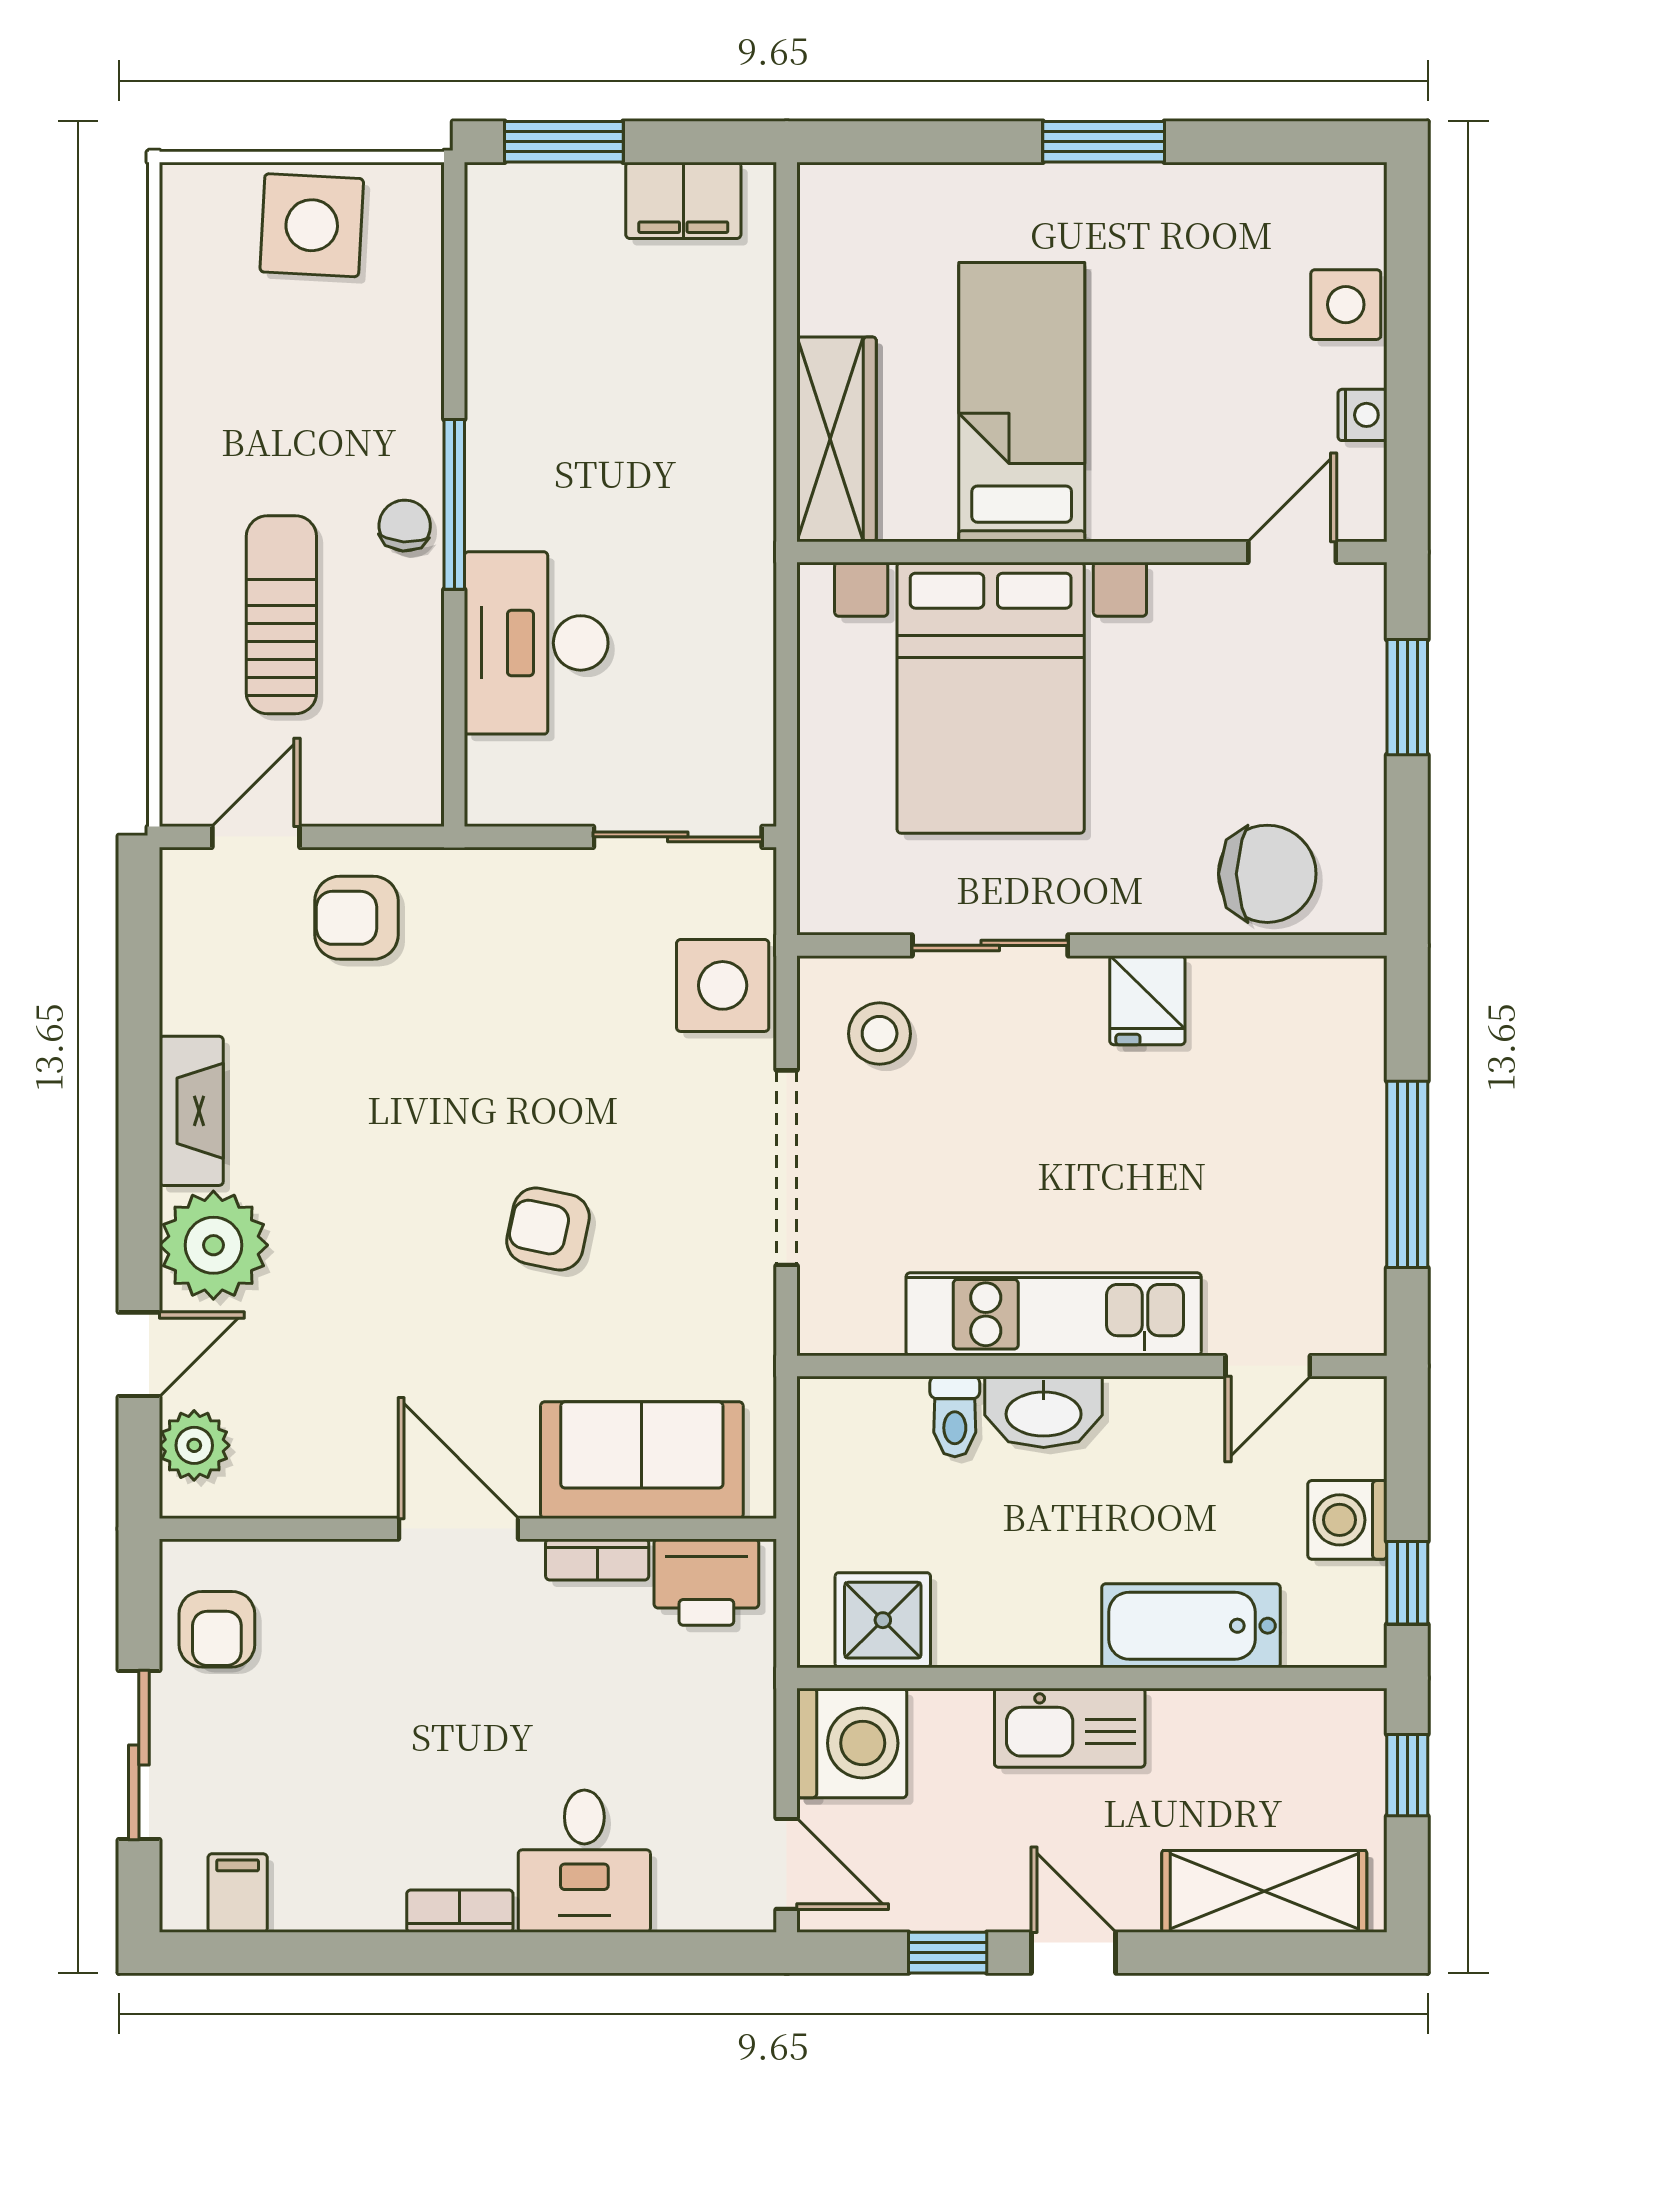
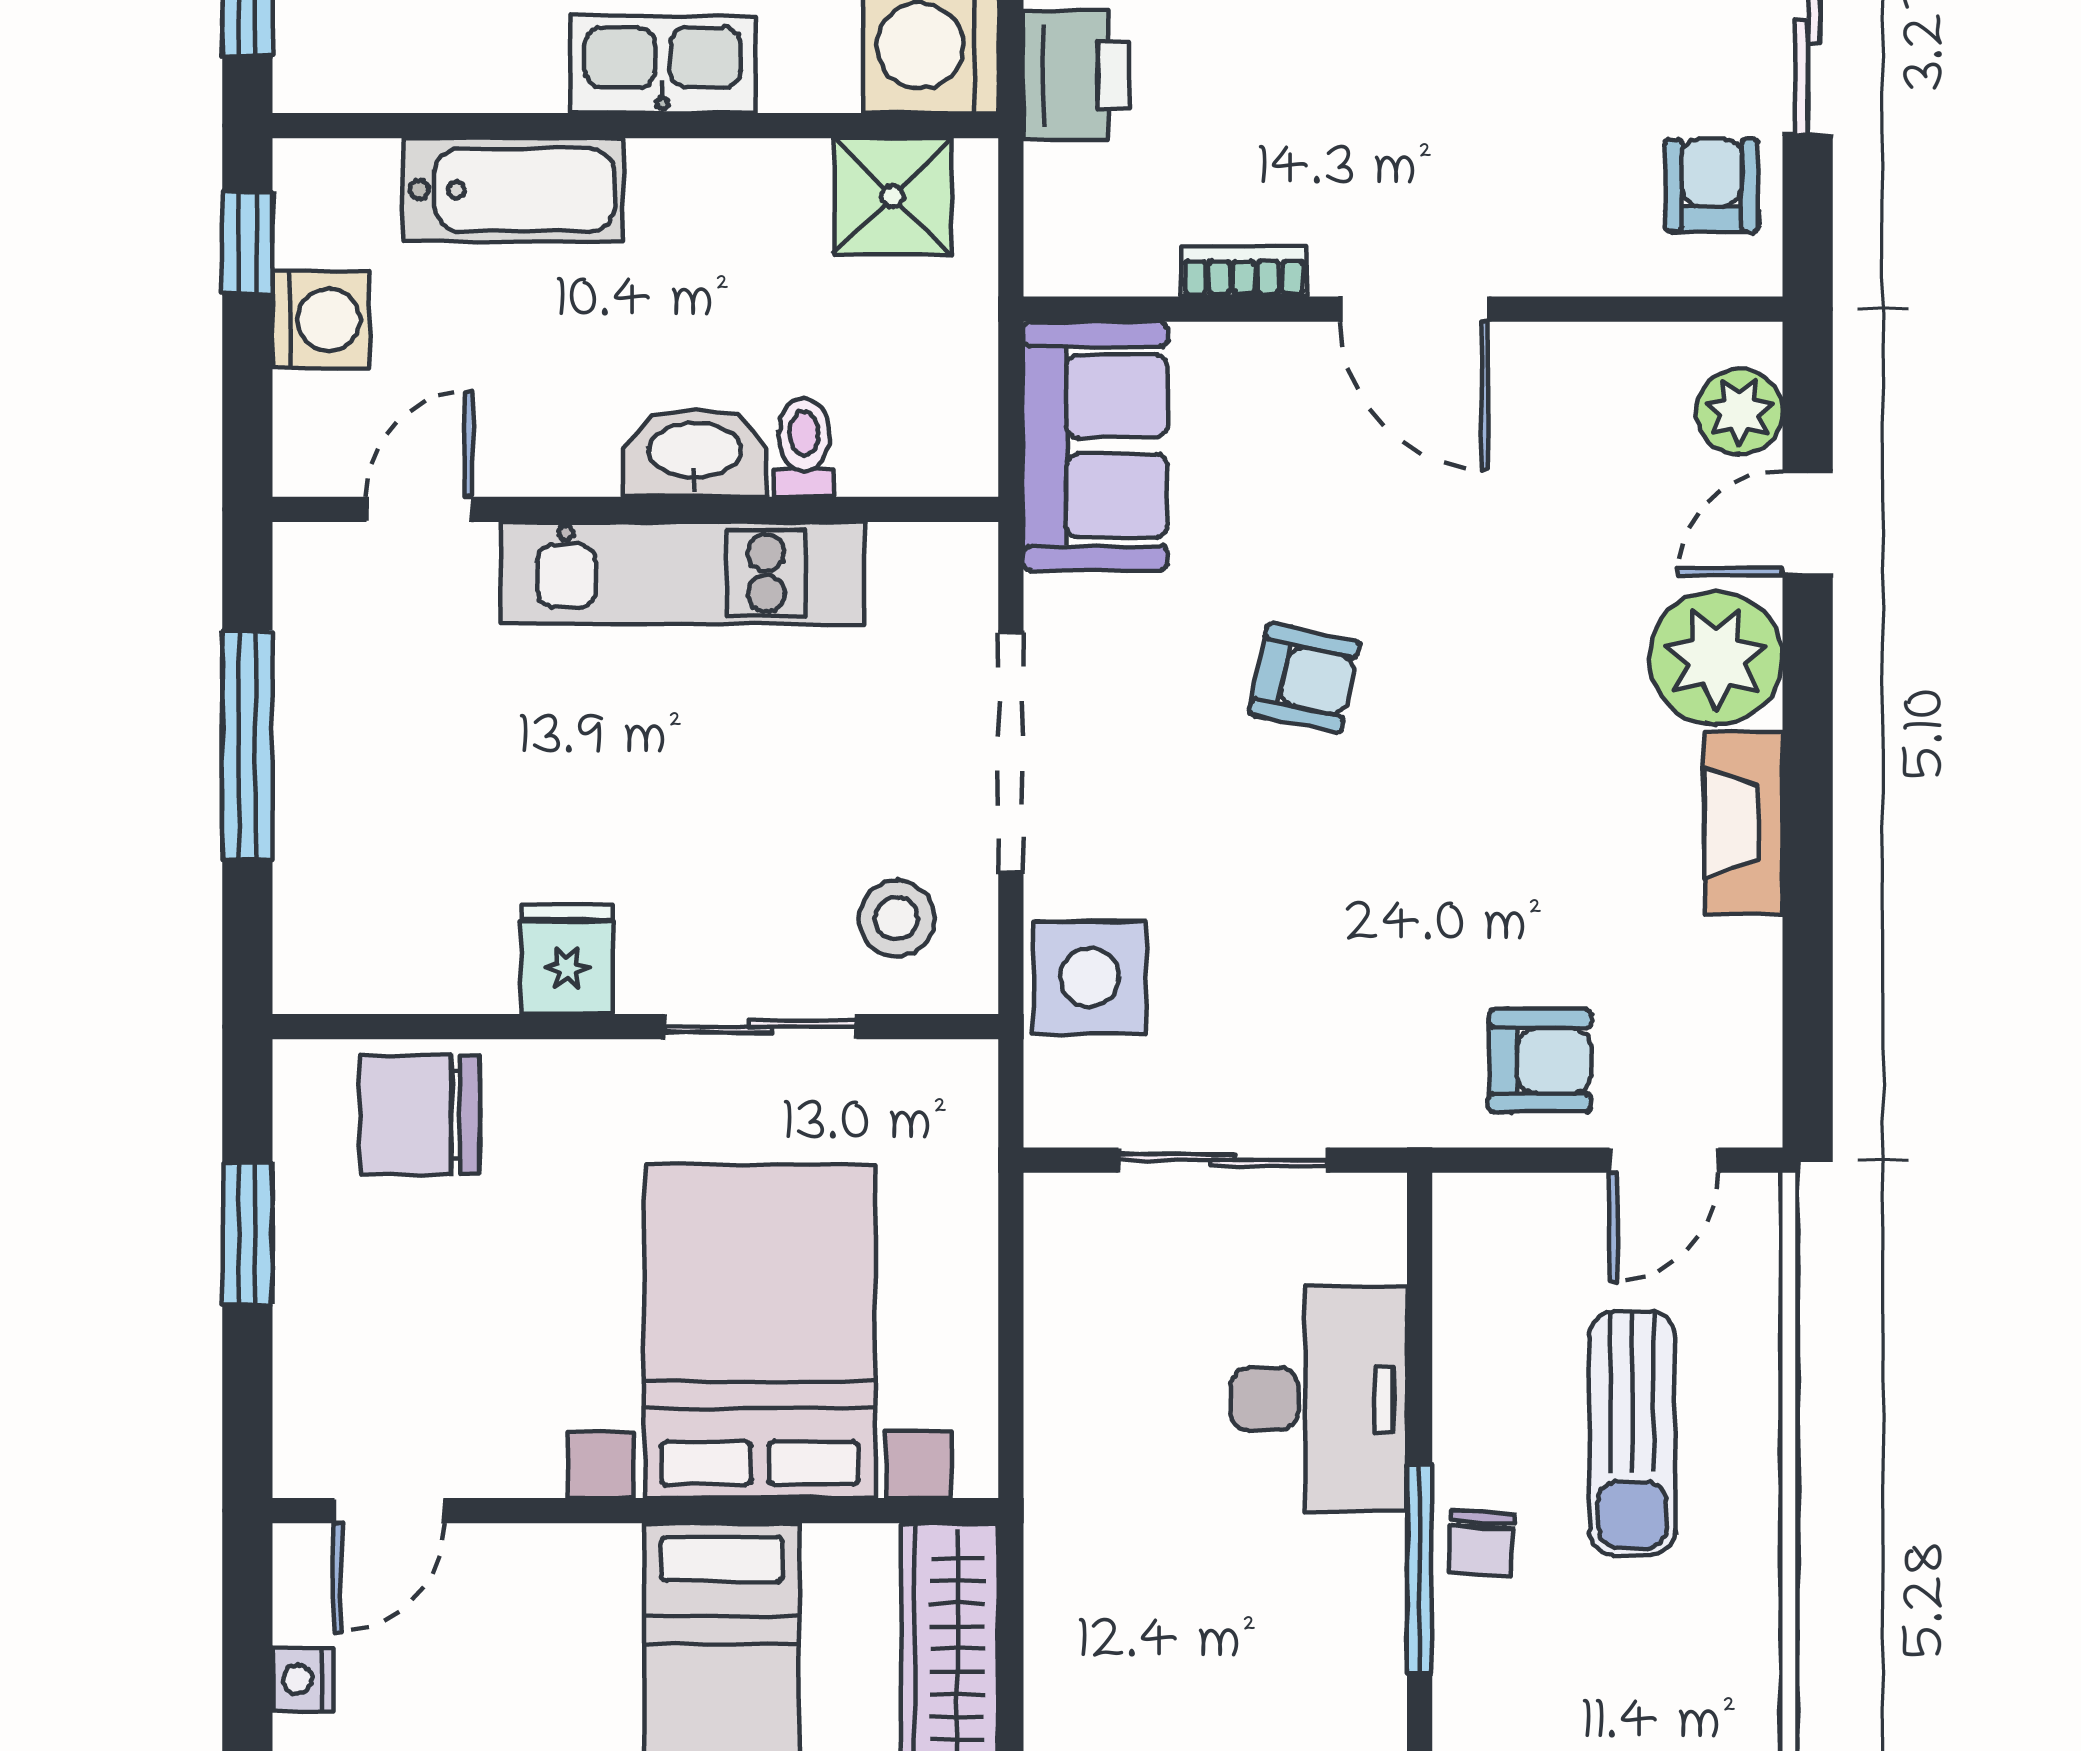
window: (1407, 697) -> (247, 1234), moved
sliding door: (678, 837) -> (1223, 1160), moved
sofa: (642, 1460) -> (1095, 446), moved, turned -90
printer: (706, 1582) -> (1077, 75), moved, turned 90

